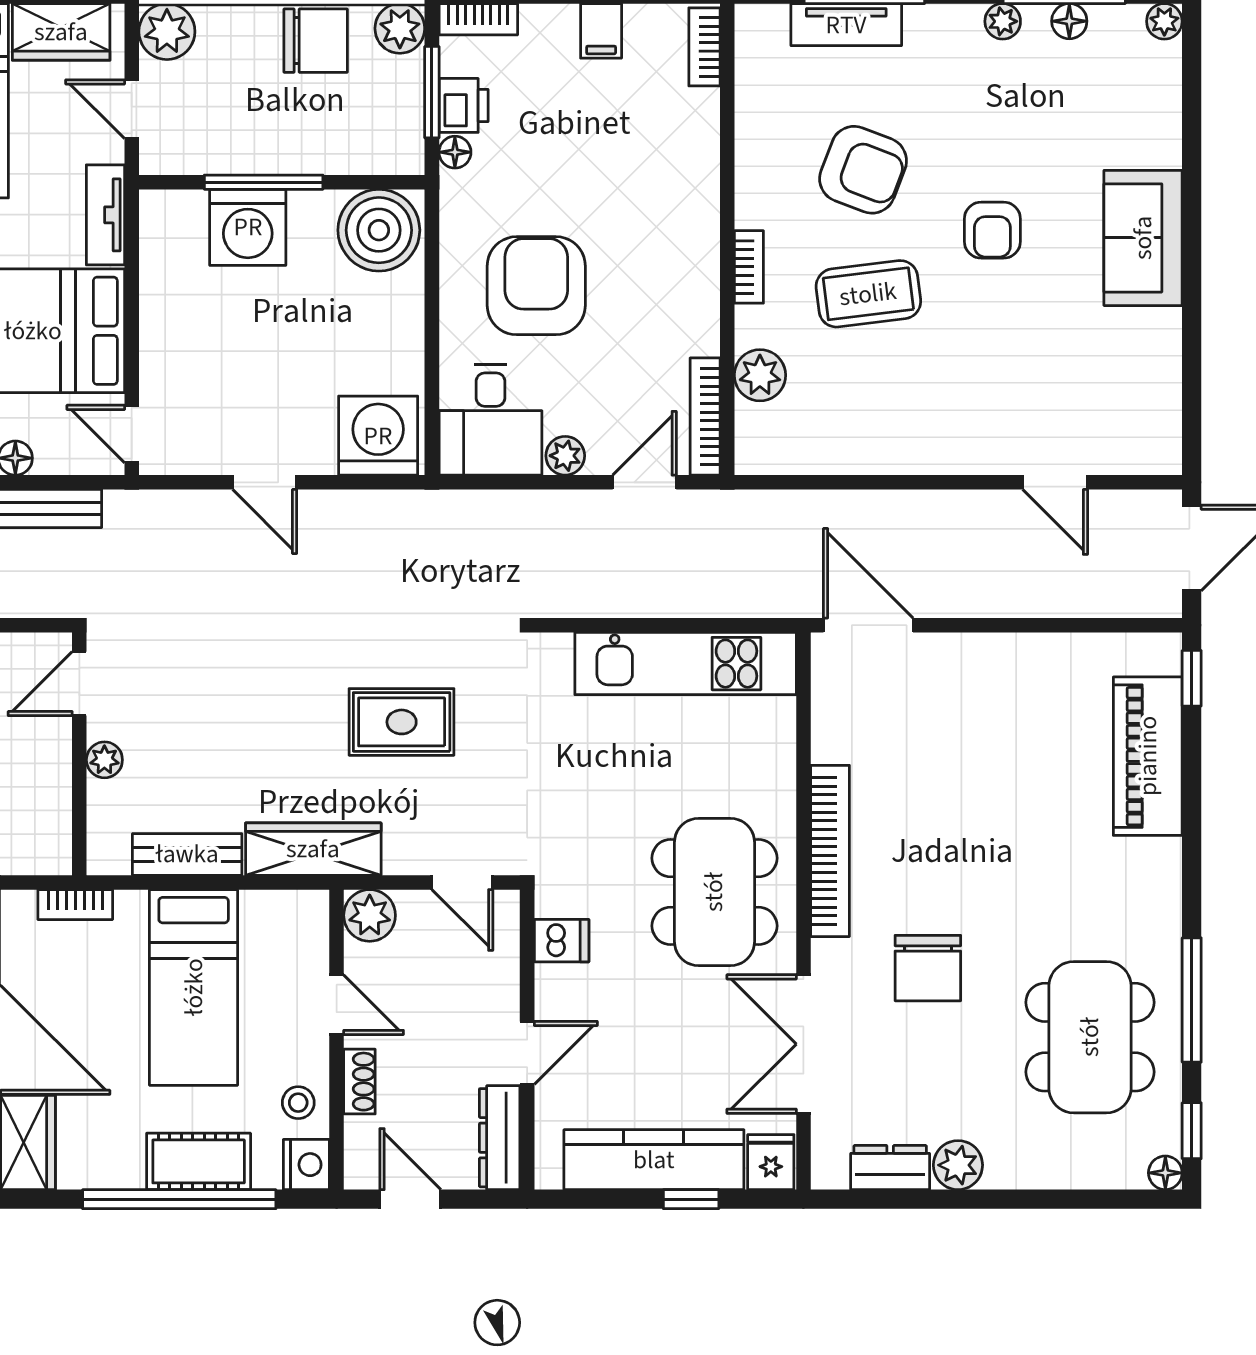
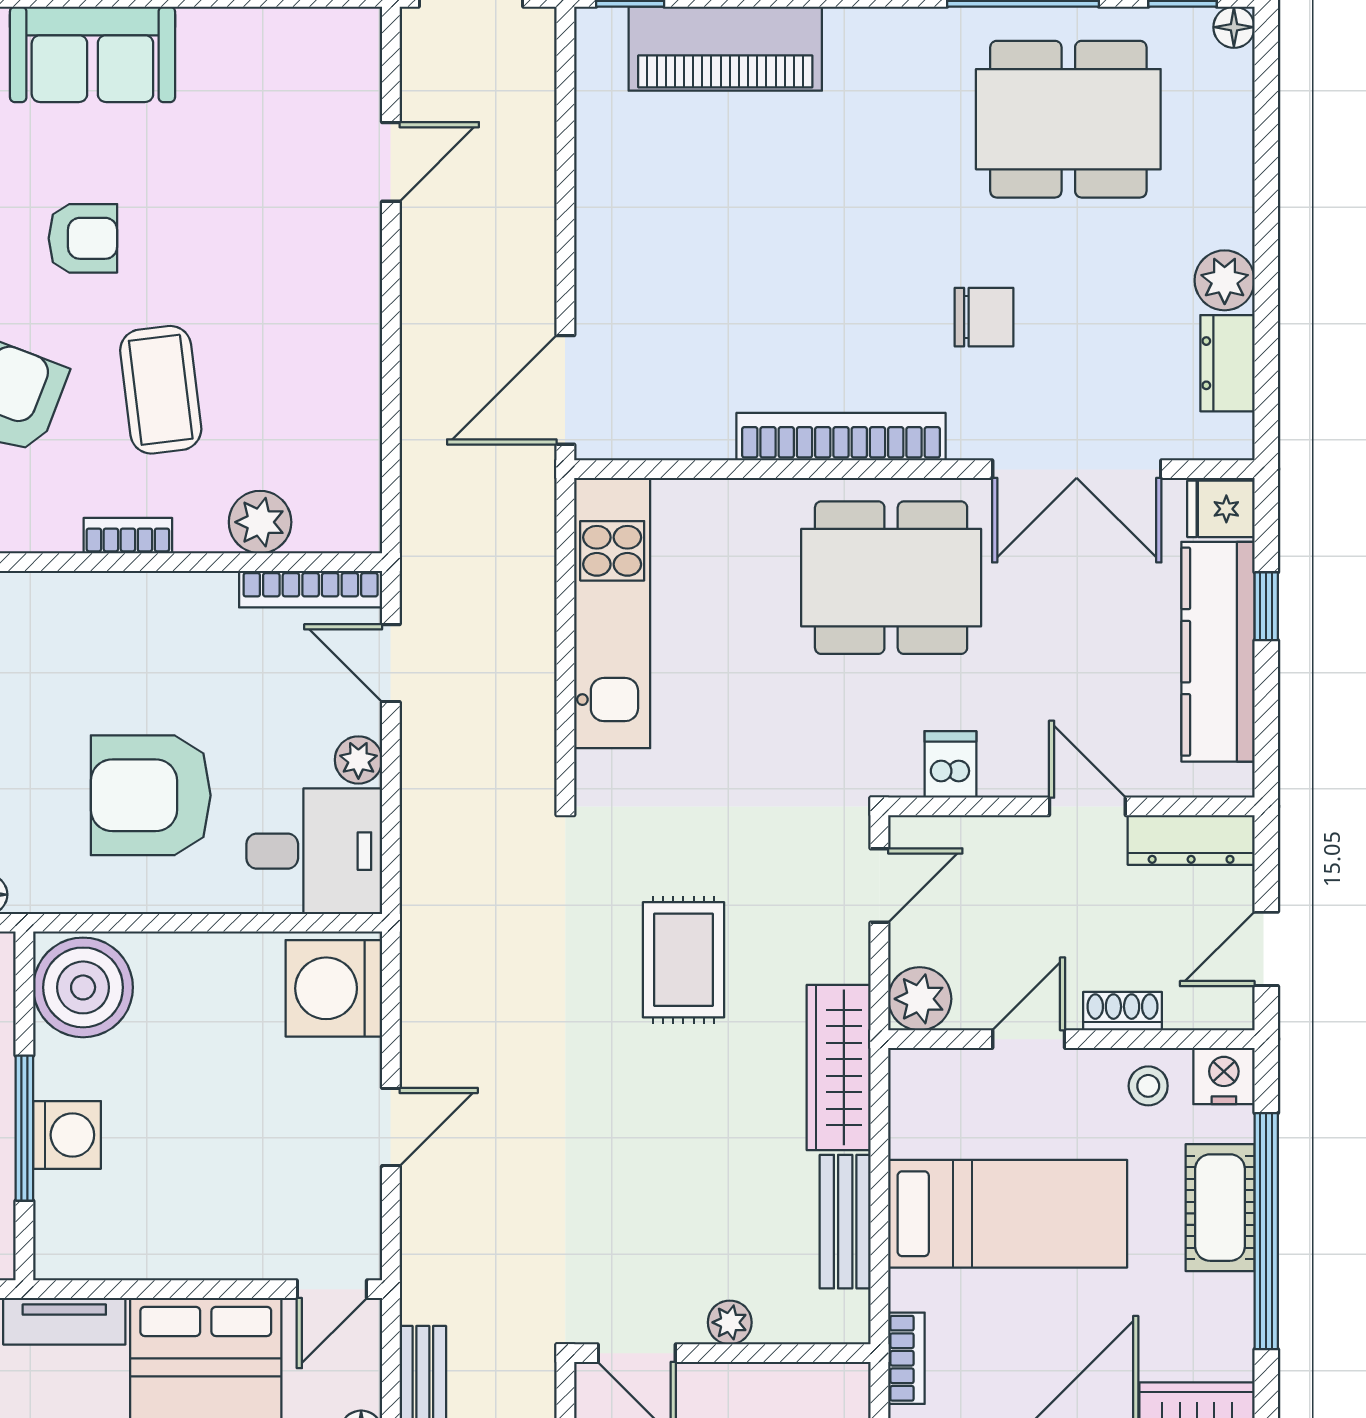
washing machine: (248, 227) -> (67, 1135), width x0.73, depth x0.73
chair: (928, 968) -> (984, 317), width x0.73, depth x0.73

